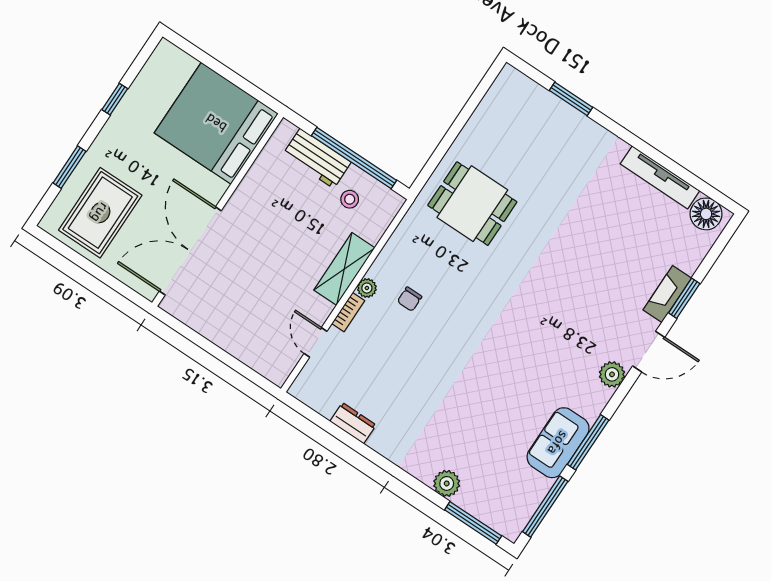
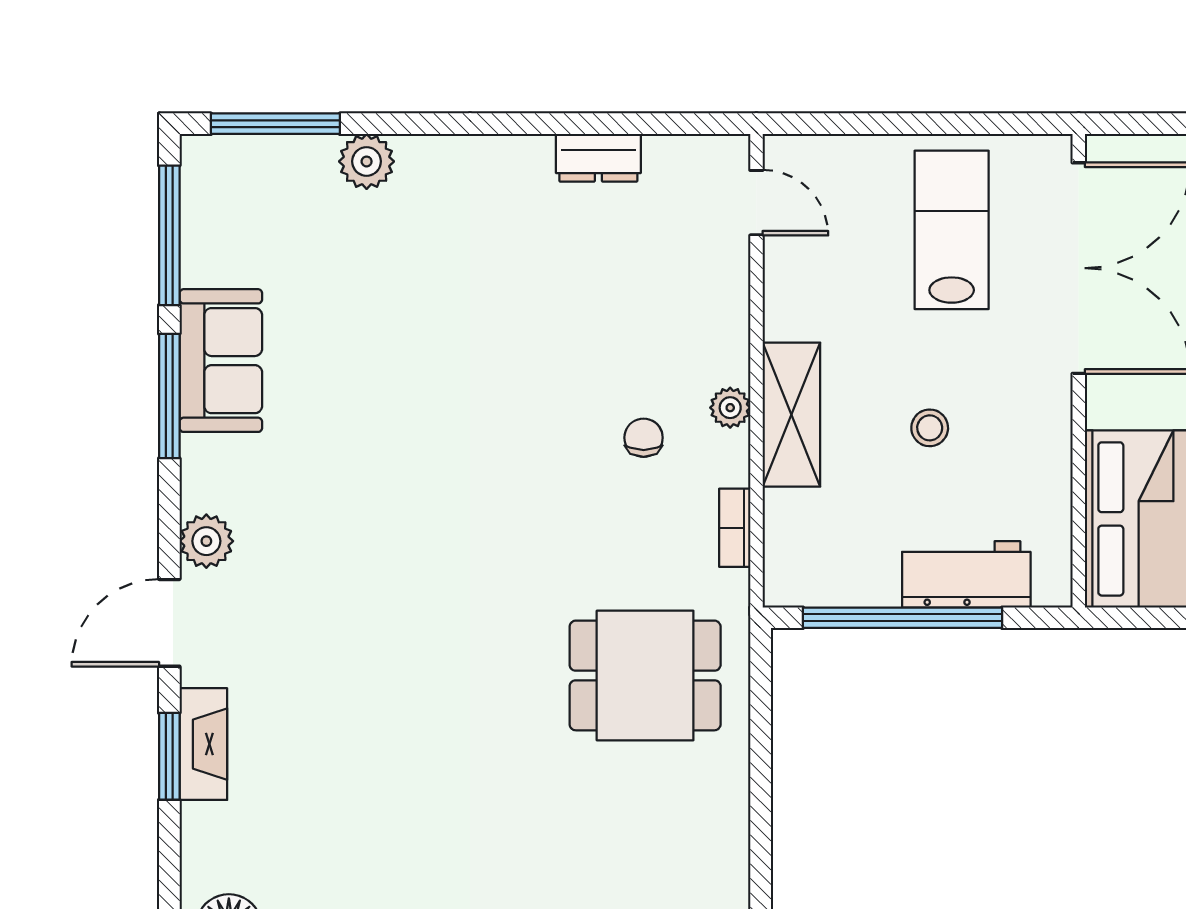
stool: (350, 199) -> (930, 428), moved
lab bench: (231, 300) -> (952, 230), added
bookcase: (348, 312) -> (735, 528), moved
door: (316, 342) -> (756, 203), moved

